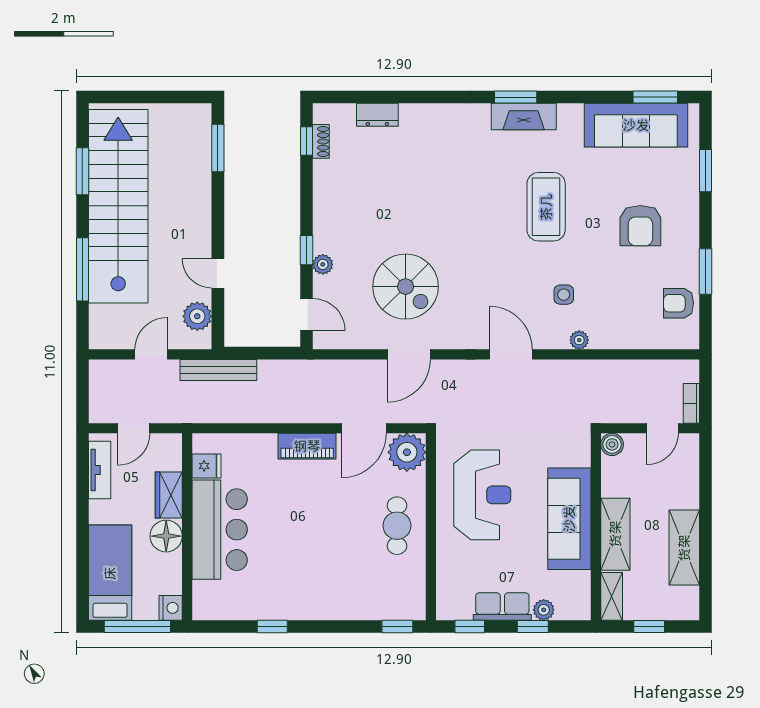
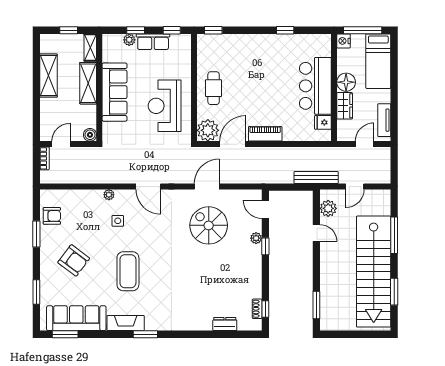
fireplace: (524, 116) -> (126, 323), moved
armchair: (640, 226) -> (74, 260), turned 127

